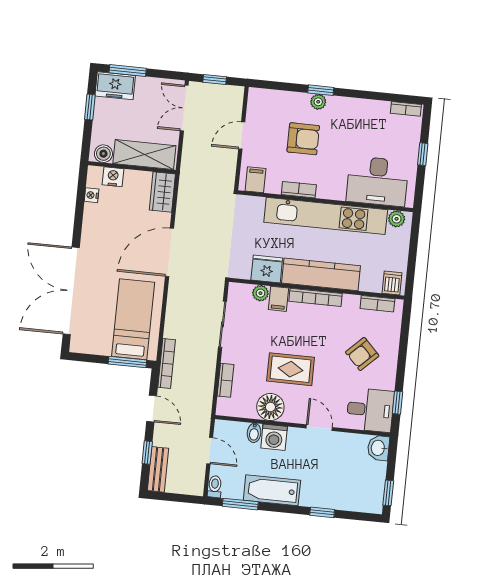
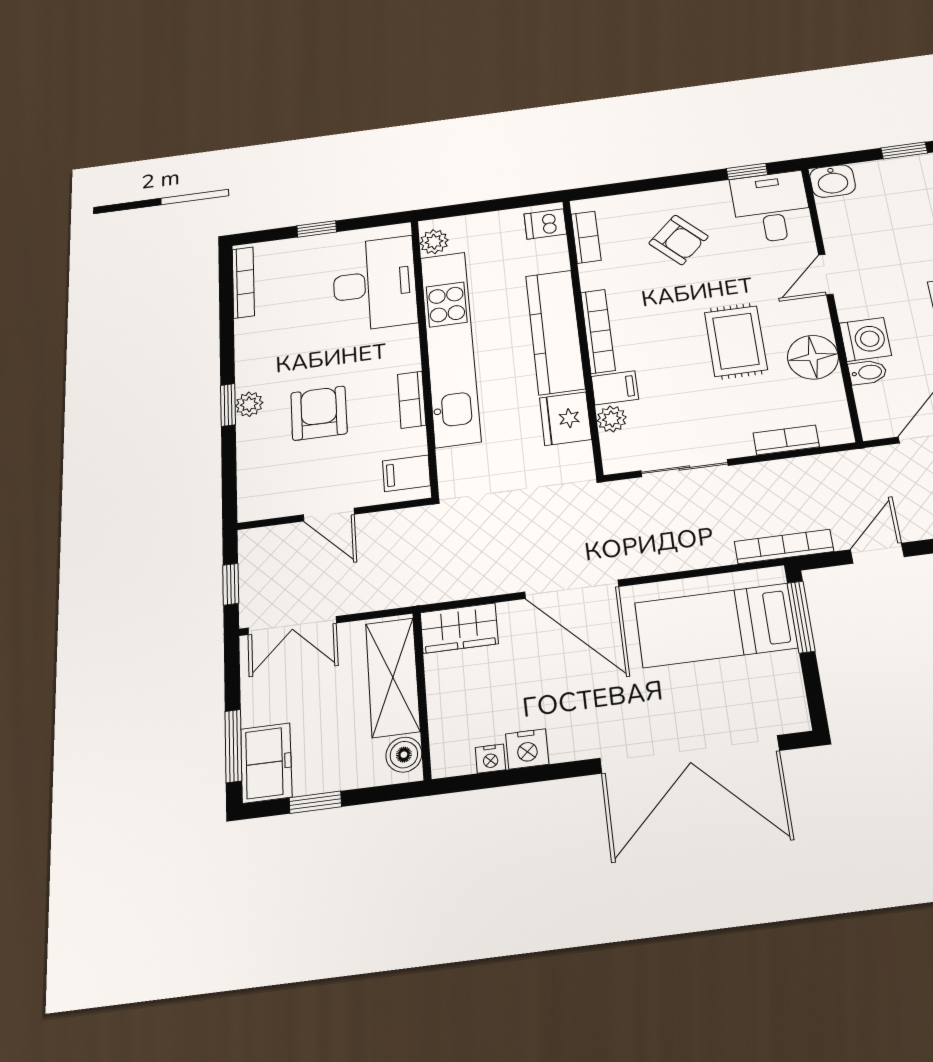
bookcase: (406, 109) -> (243, 282), width x1.56
nightstand: (113, 177) -> (527, 749), moved, turned -90

